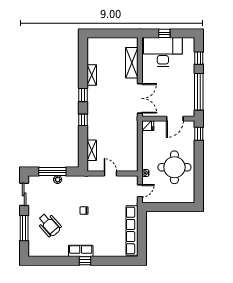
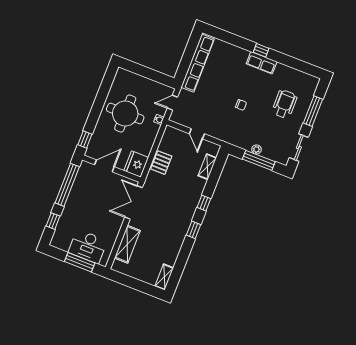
window: (164, 33) -> (80, 262), width x2.17
desk: (163, 52) -> (88, 246), width x0.73, depth x0.77
shelving: (92, 75) -> (164, 277), moved
fridge: (148, 126) -> (136, 164), width x1.88, depth x1.34
pallet: (130, 139) -> (161, 163), added
wheelchair: (49, 225) -> (285, 104), turned 41

